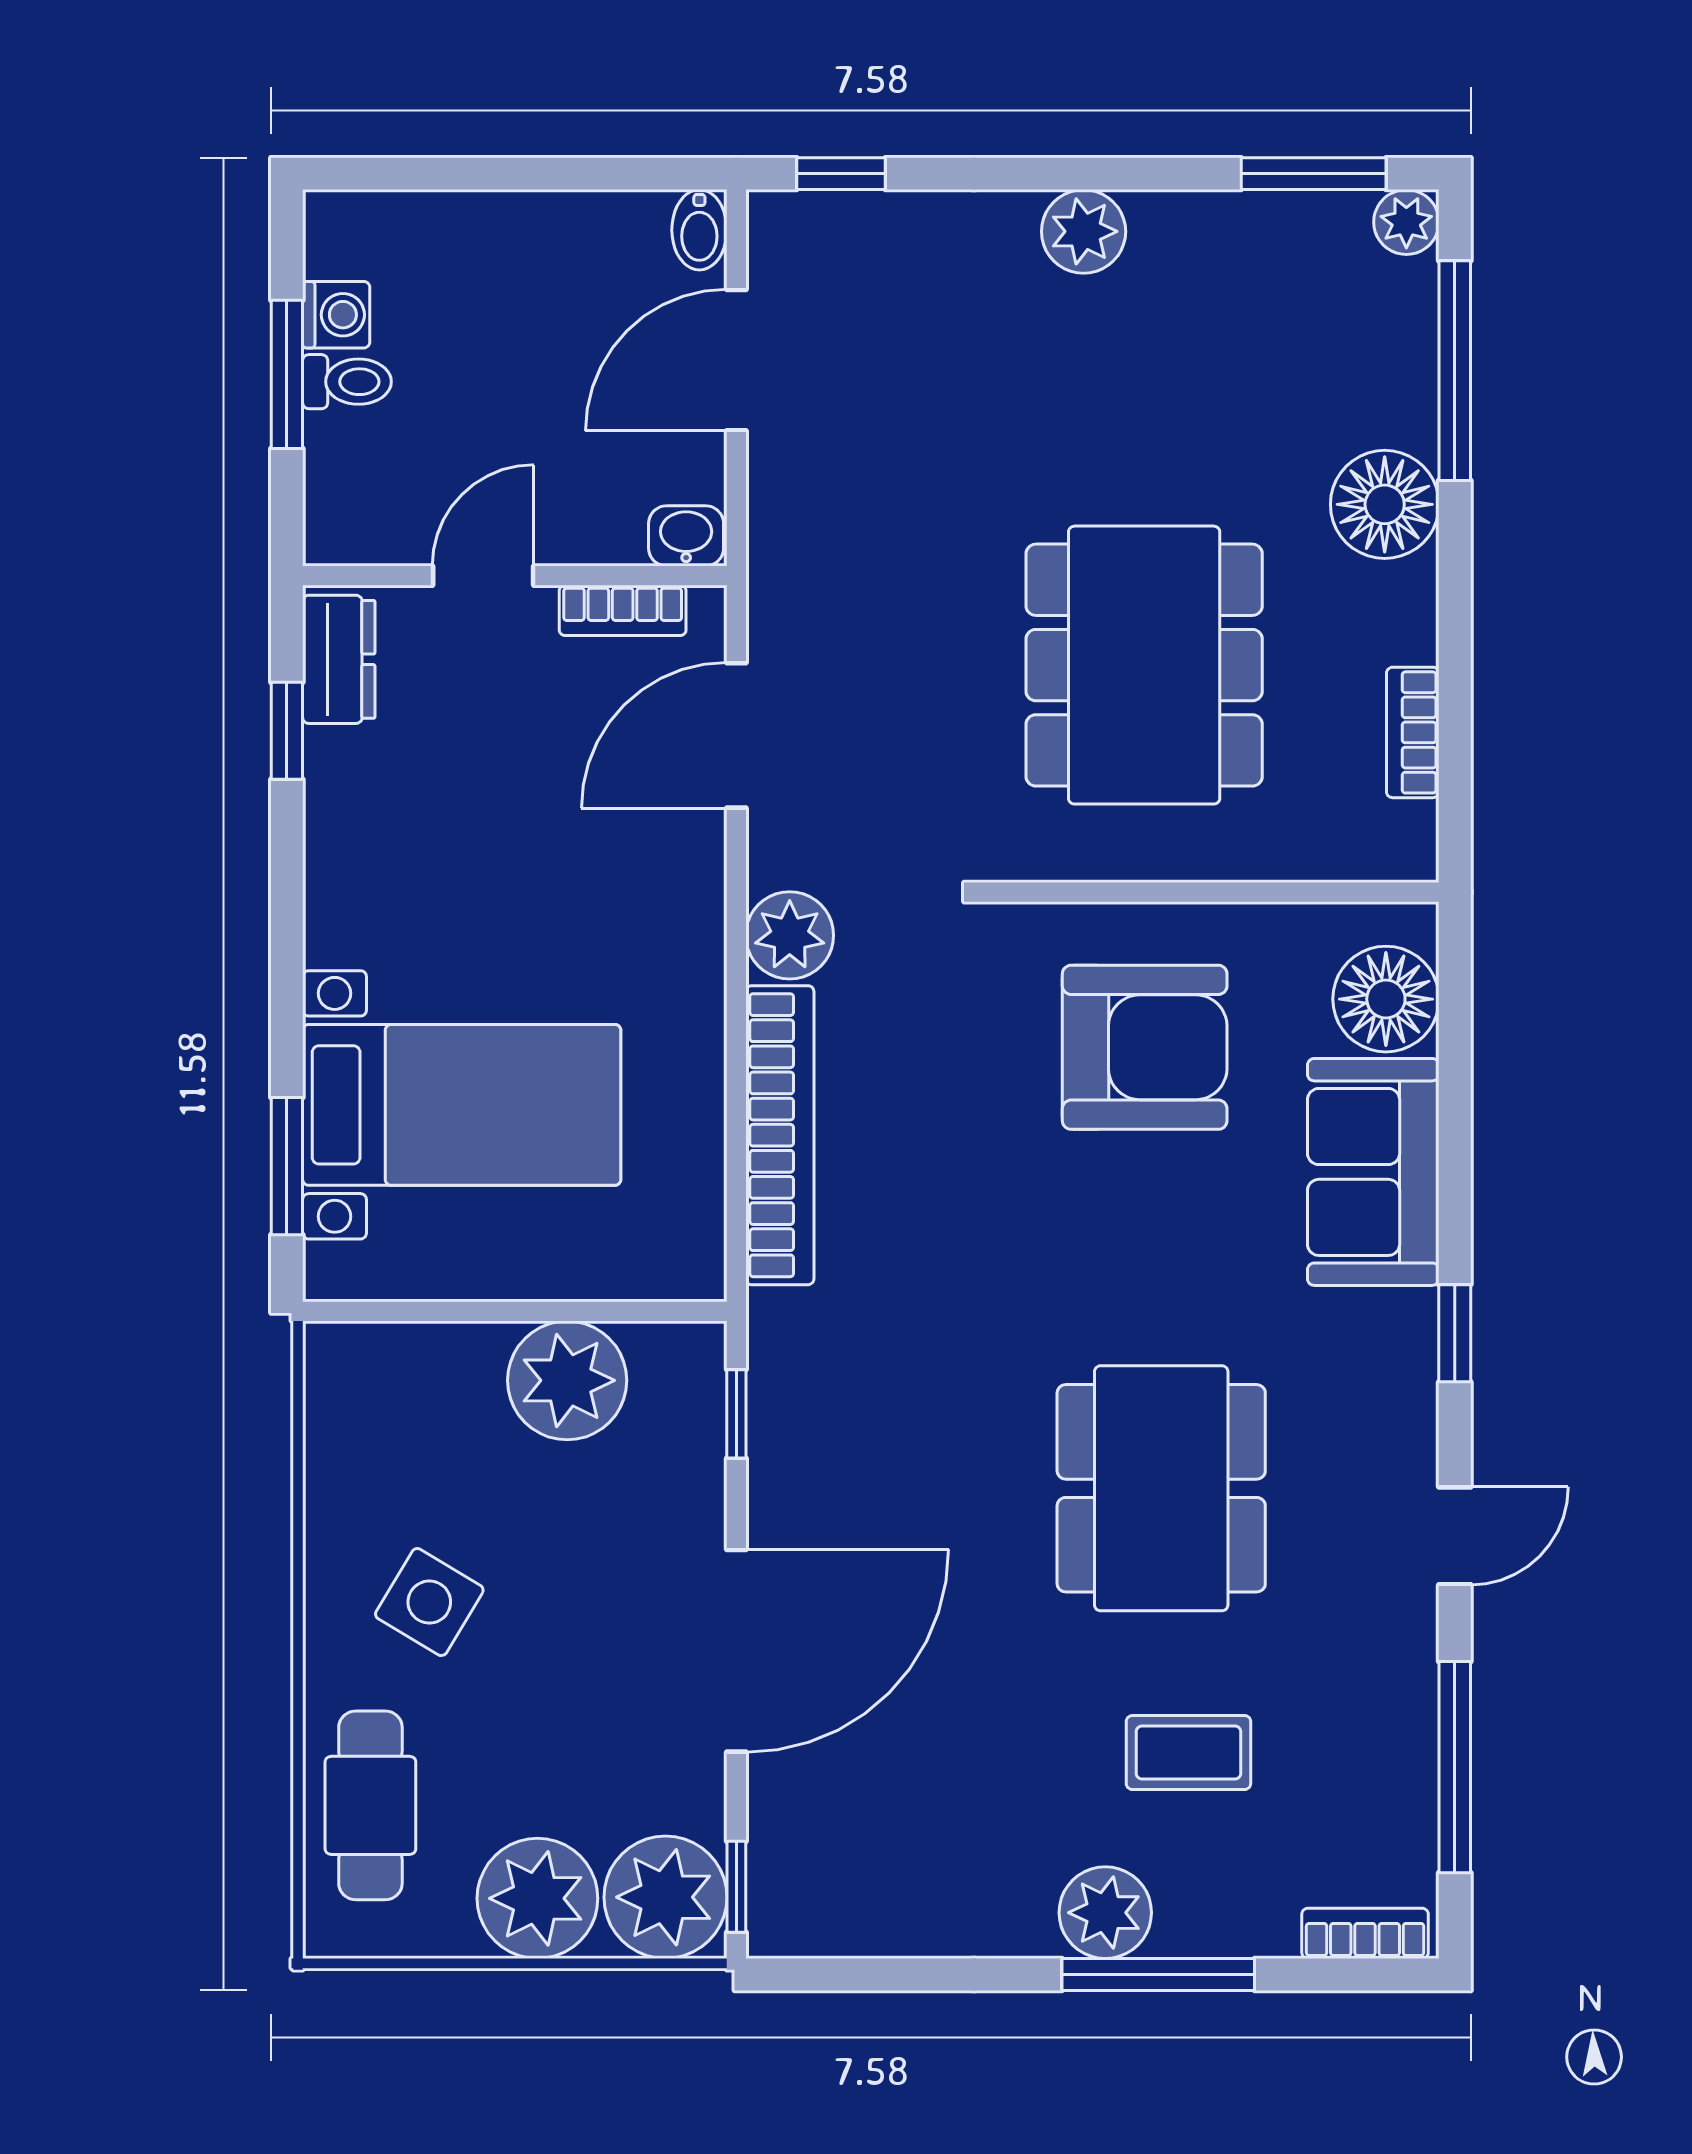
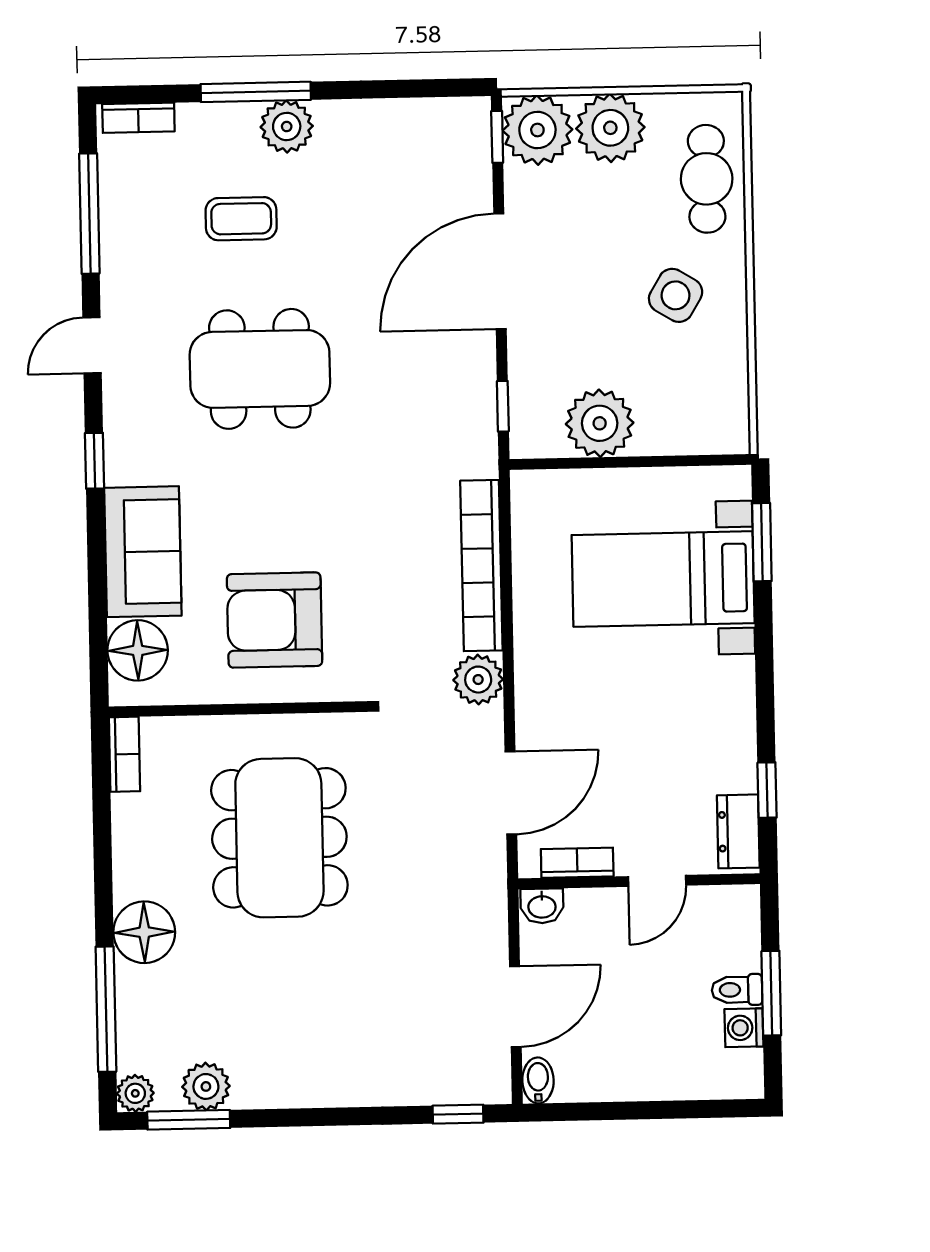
plant: (1084, 231) -> (206, 1086), moved
bookcase: (1413, 732) -> (125, 754), moved
dining table: (1161, 1488) -> (260, 369), turned 90

